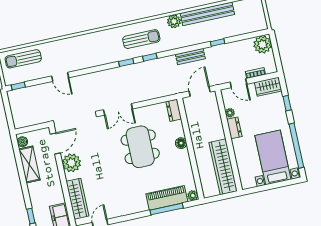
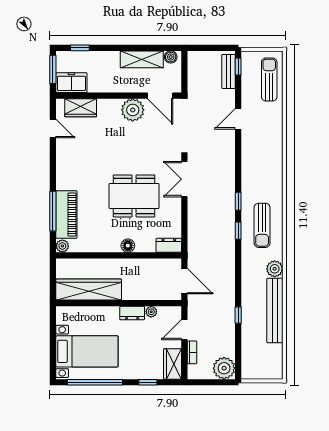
bench: (190, 57) -> (229, 71), moved
wardrobe: (77, 199) -> (81, 108), width x0.67

